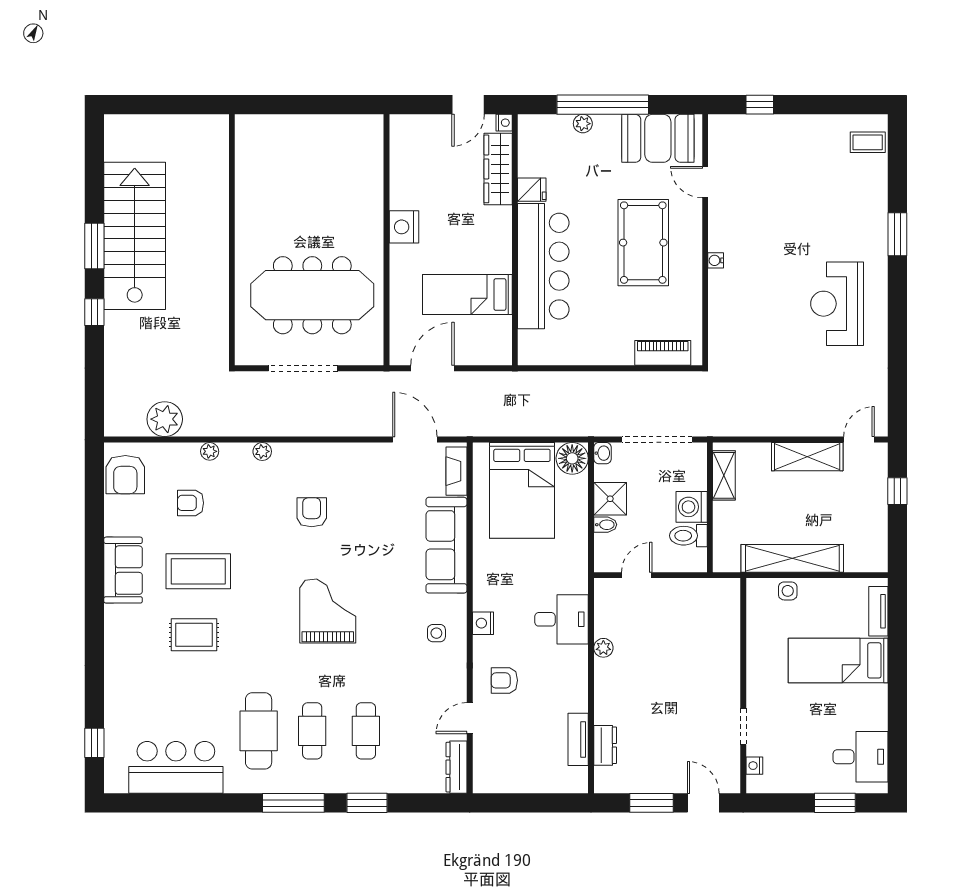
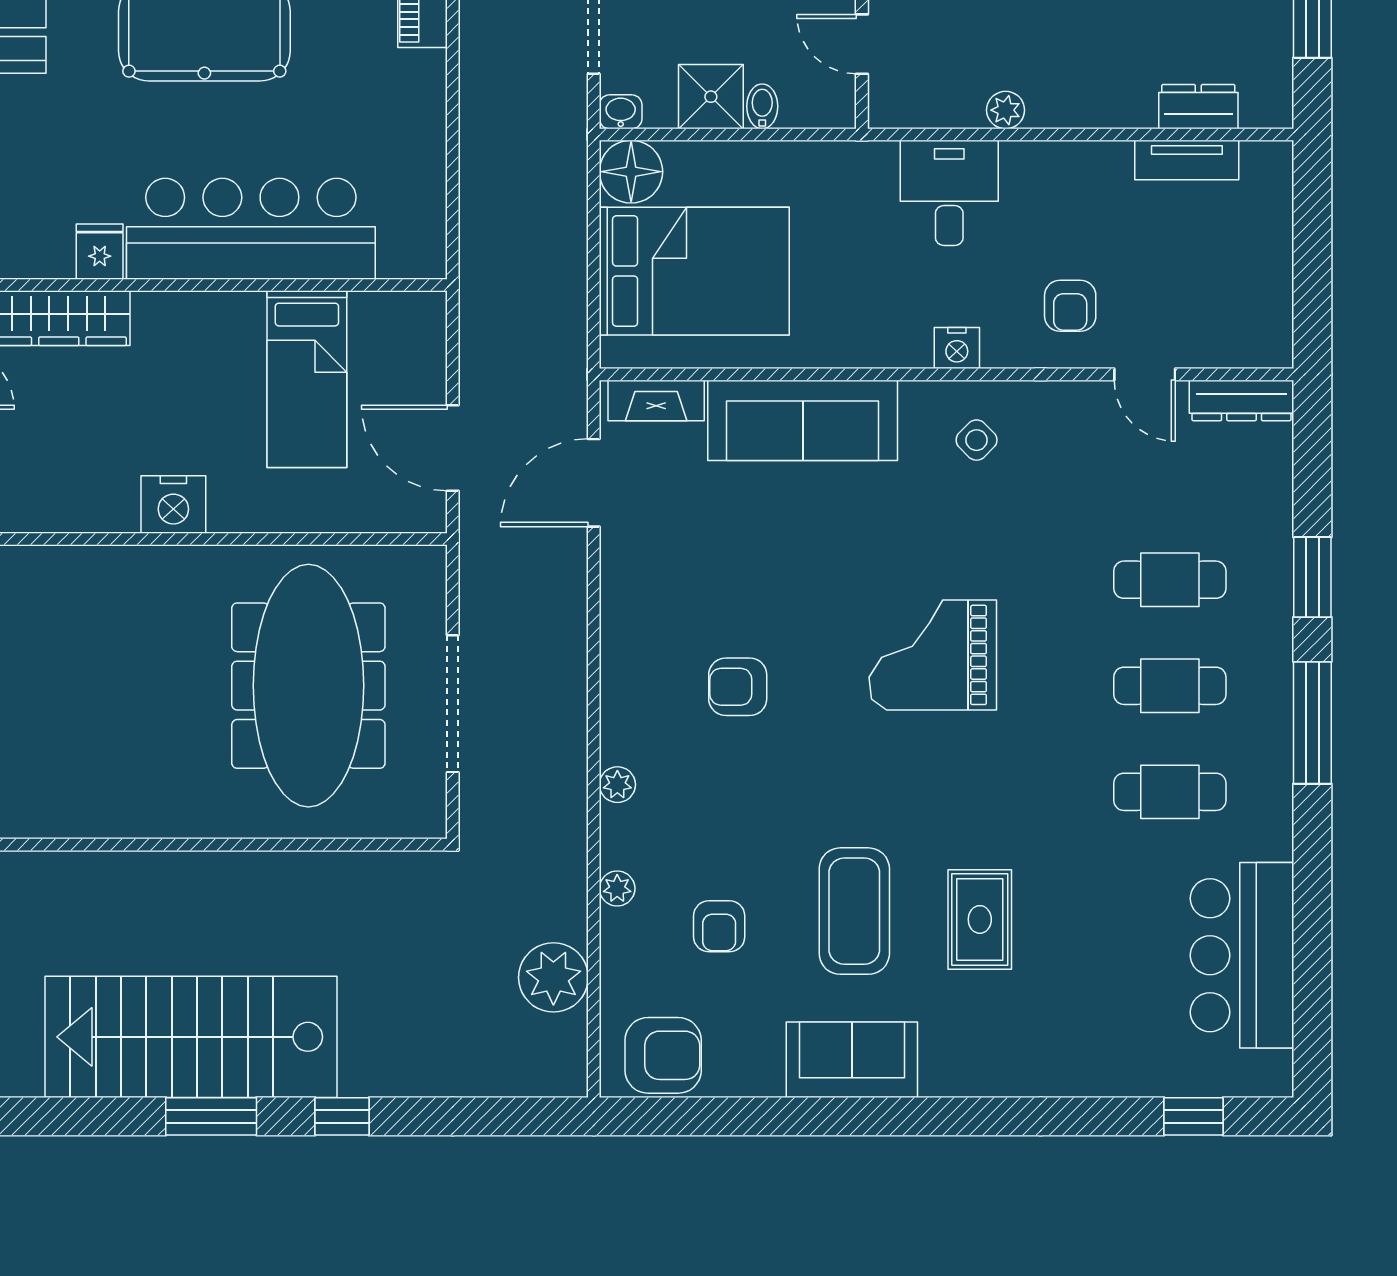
side table: (436, 633) -> (977, 440), turned 45
cafe table: (259, 731) -> (1170, 792), width x0.73, depth x0.74

